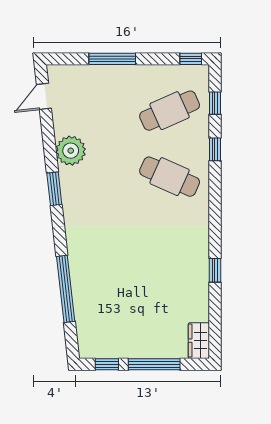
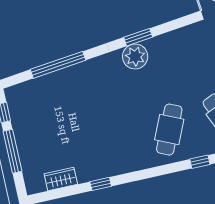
plant: (71, 151) -> (135, 56), moved
wardrobe: (199, 341) -> (61, 179), moved

